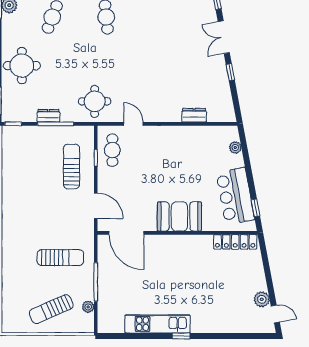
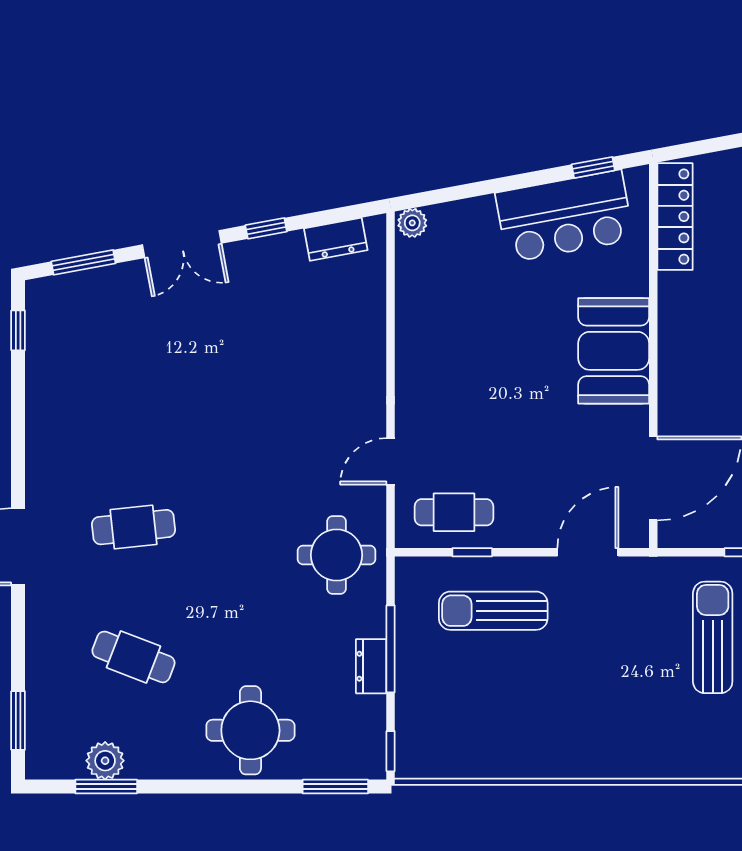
dresser: (194, 115) -> (336, 239), moved, turned -101
plant: (235, 148) -> (412, 223), moved

